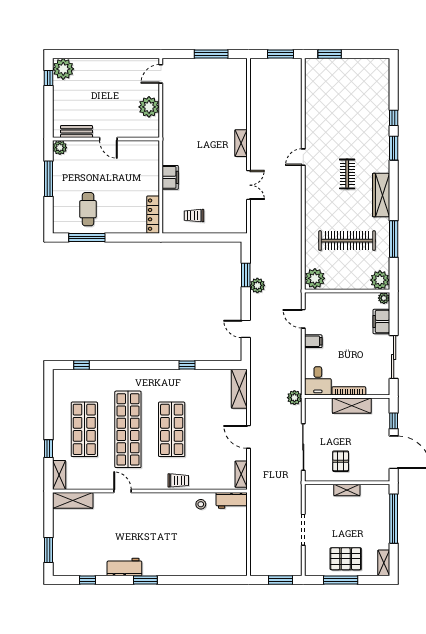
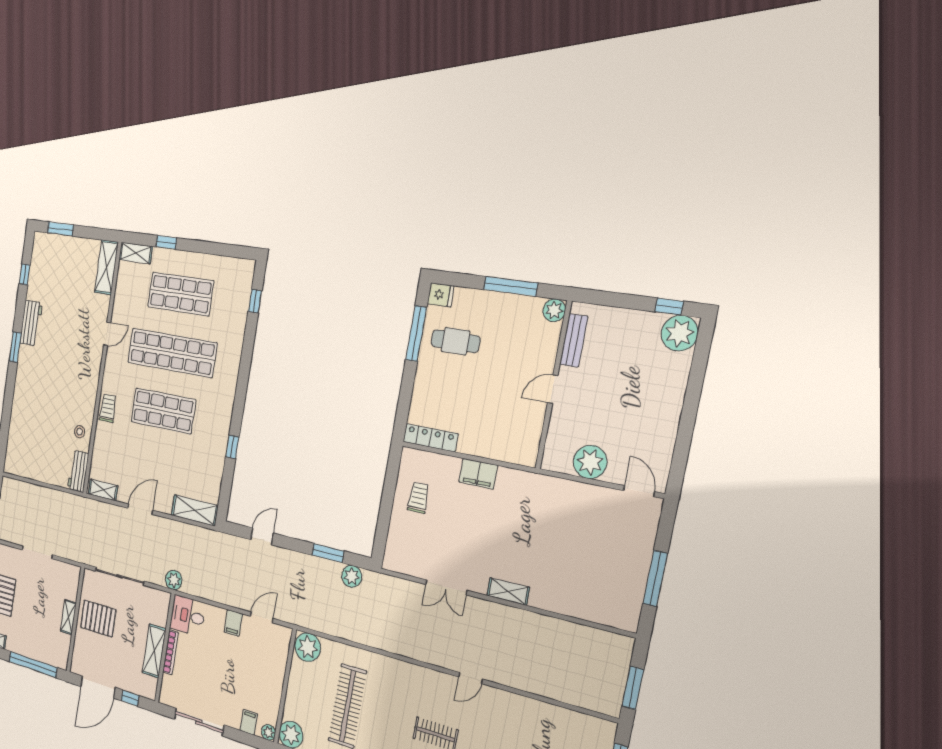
door: (303, 157) -> (471, 678), swing flipped
fridge: (60, 225) -> (441, 295), added
plant: (257, 285) -> (352, 576), moved
filing cabinet: (381, 321) -> (249, 722), width x0.50
pallet: (341, 461) -> (98, 619), width x1.50, depth x1.42
trolley: (178, 480) -> (108, 408), turned 180

